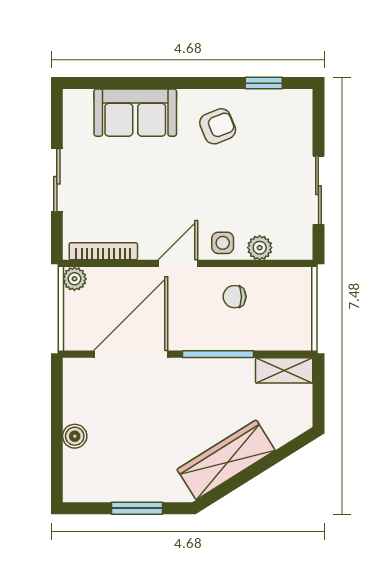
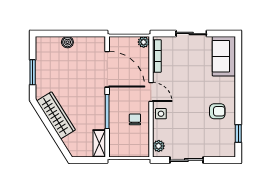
sofa: (135, 113) -> (224, 56), moved
armchair: (218, 126) -> (217, 111), turned -68
plant: (260, 248) -> (159, 146), moved

